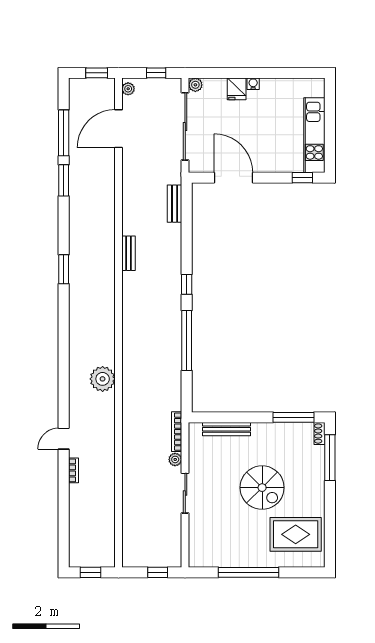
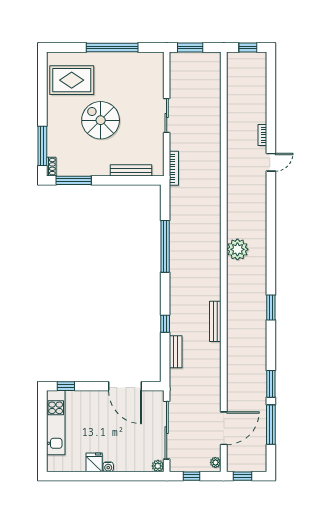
fridge: (237, 89) -> (94, 462), moved
bench: (175, 204) -> (176, 352), moved
bench: (128, 253) -> (215, 321), width x1.36
window: (187, 284) -> (165, 324), moved
plant: (103, 379) -> (237, 249), moved
plant: (175, 459) -> (175, 144), removed
window: (158, 572) -> (190, 47), width x1.50

